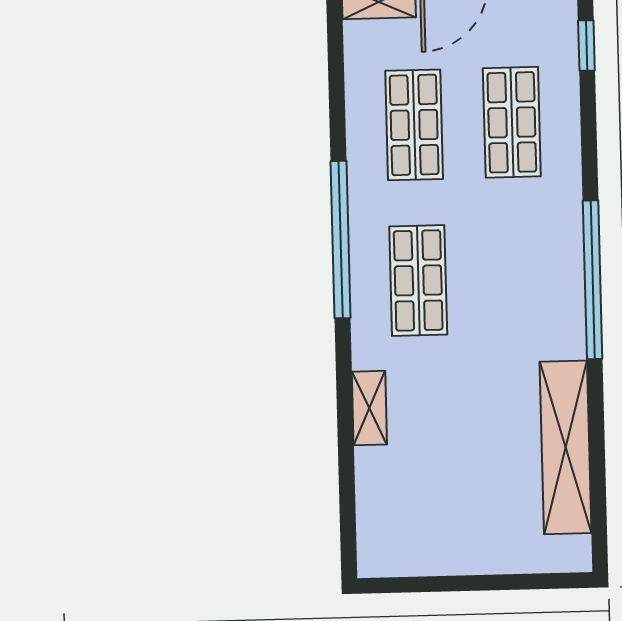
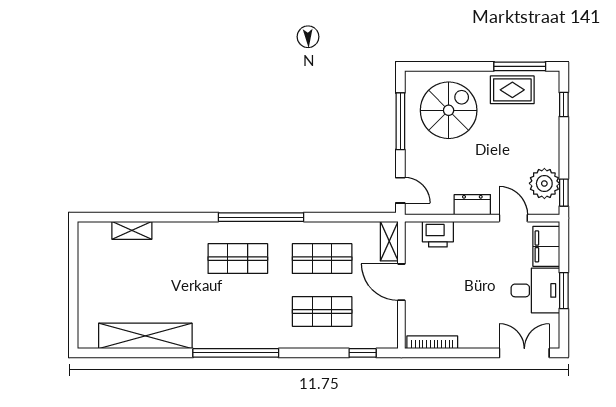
shelving: (369, 408) -> (132, 230), moved

